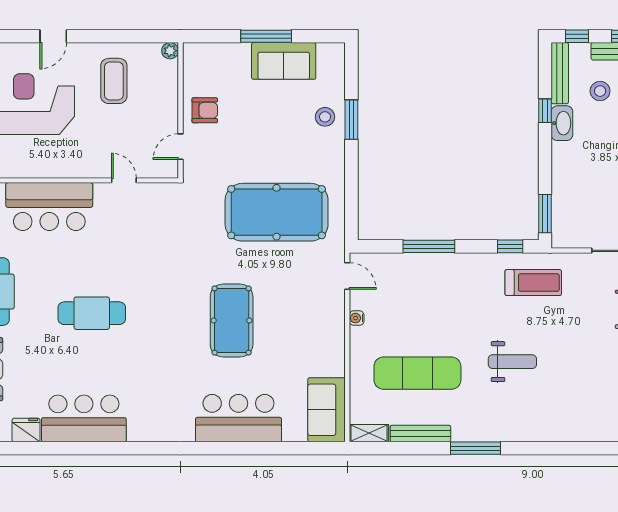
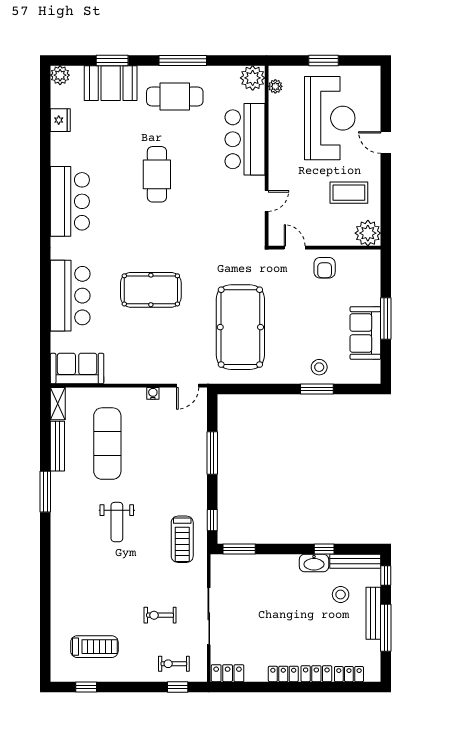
plant: (170, 51) -> (368, 233), width x1.87, depth x1.87
bar counter: (84, 418) -> (70, 201), moved

